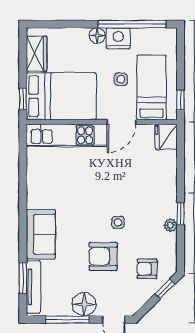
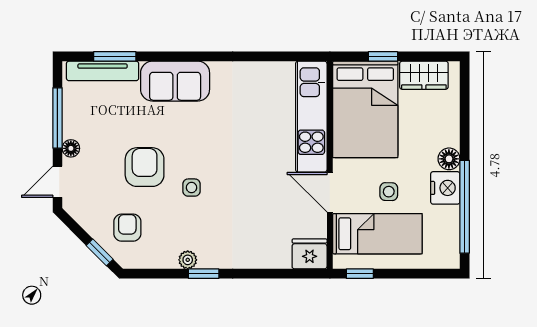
window: (23, 99) -> (383, 56), moved
floor lamp: (84, 304) -> (71, 148), width x0.53, depth x0.53

